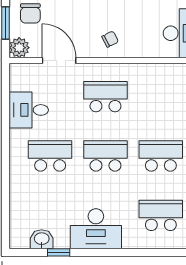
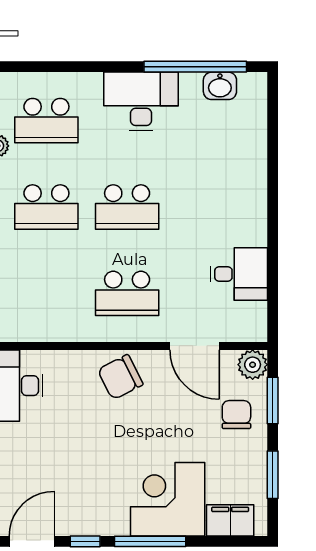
chair: (110, 39) -> (120, 377), width x1.87, depth x1.87
school desk: (50, 156) -> (208, 207), removed
window: (59, 252) -> (195, 67), width x3.17

